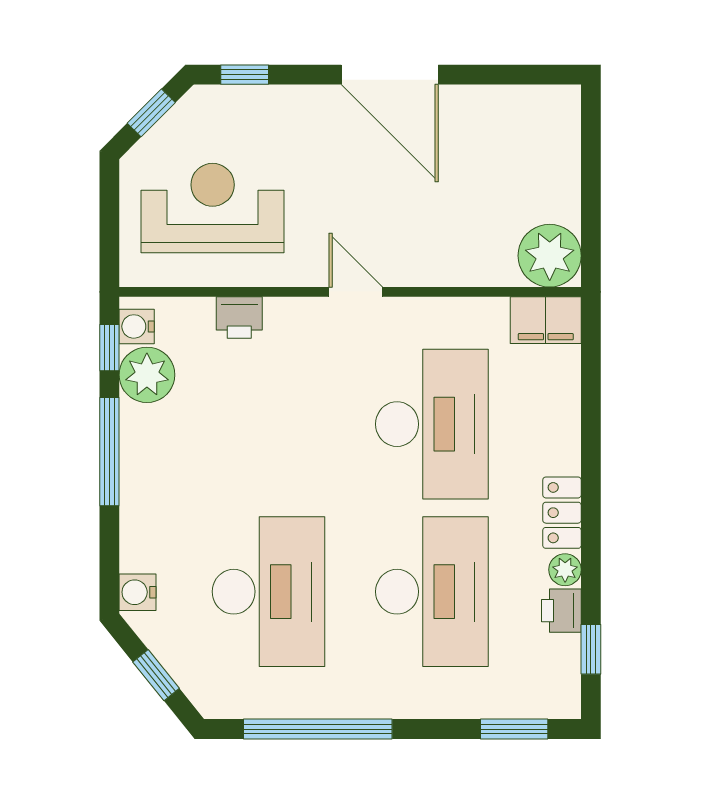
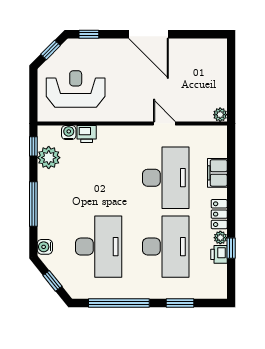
plant: (550, 256) -> (220, 115), width x0.53, depth x0.53
door: (356, 292) -> (164, 123), moved
filing cabinet: (546, 320) -> (217, 173), moved, turned 90
water cooler: (137, 326) -> (69, 133), moved, turned 90
window: (109, 452) -> (33, 204), moved
window: (591, 649) -> (231, 248), moved
window: (514, 729) -> (180, 303), moved

